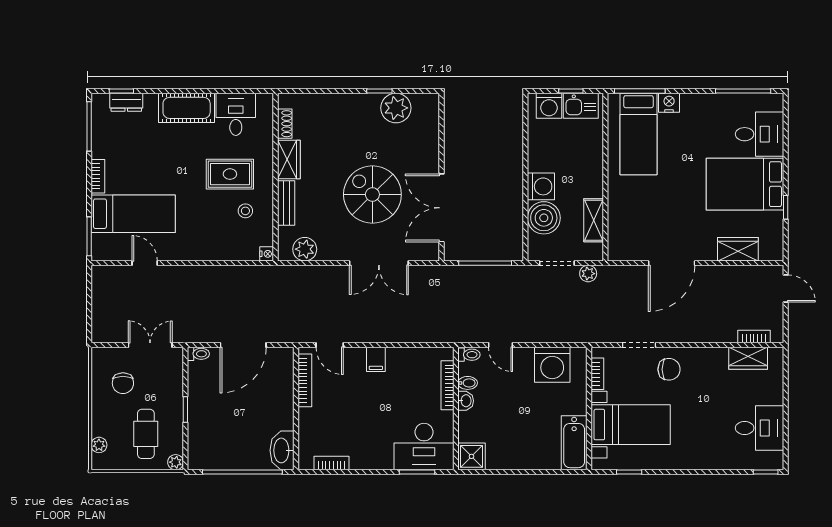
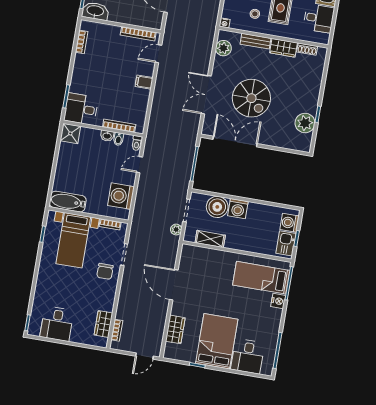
spiral stairs: (372, 194) -> (251, 98), turned 90
desk: (424, 447) -> (81, 109), width x0.73

